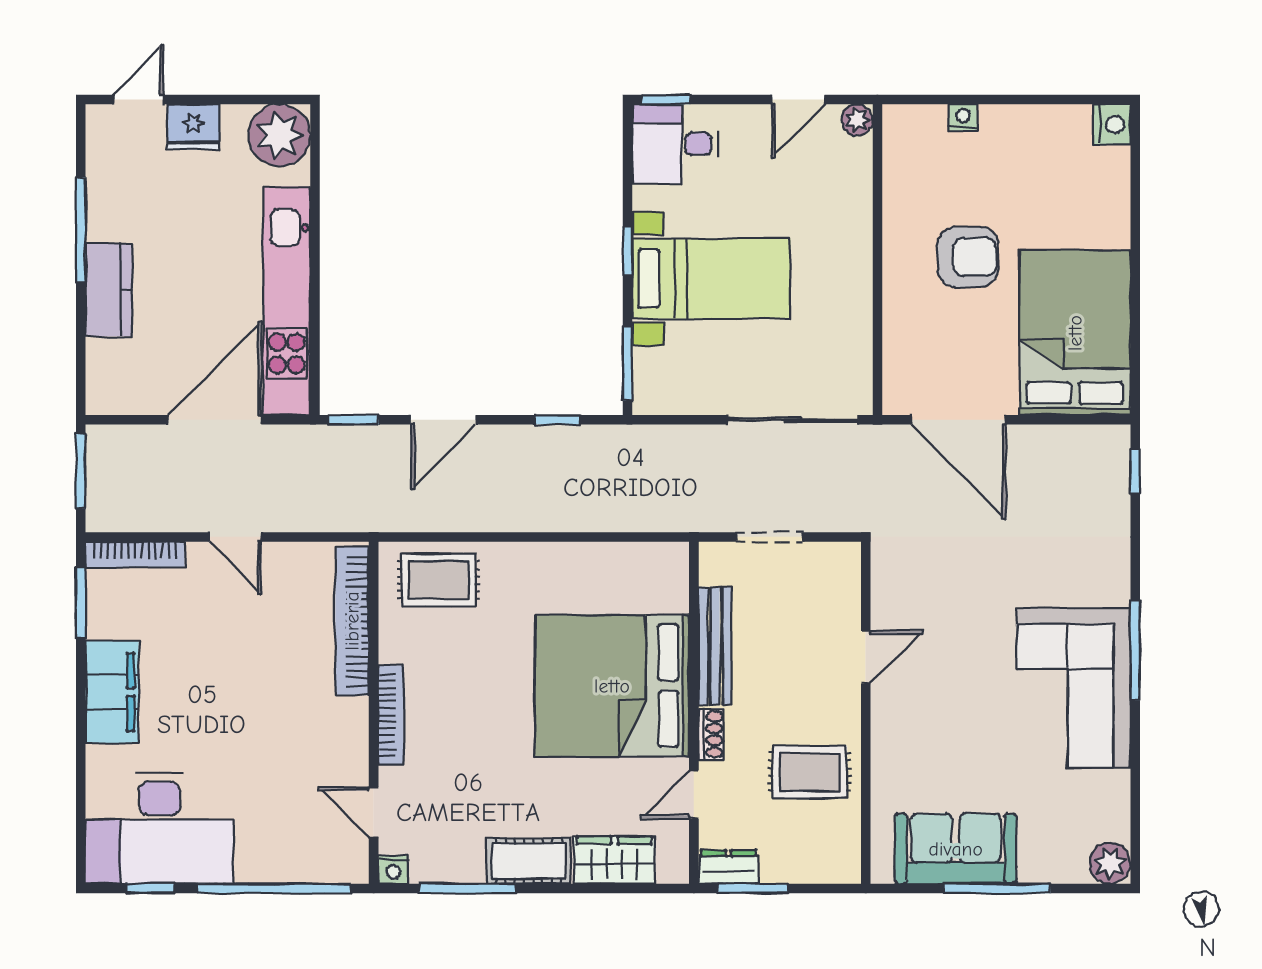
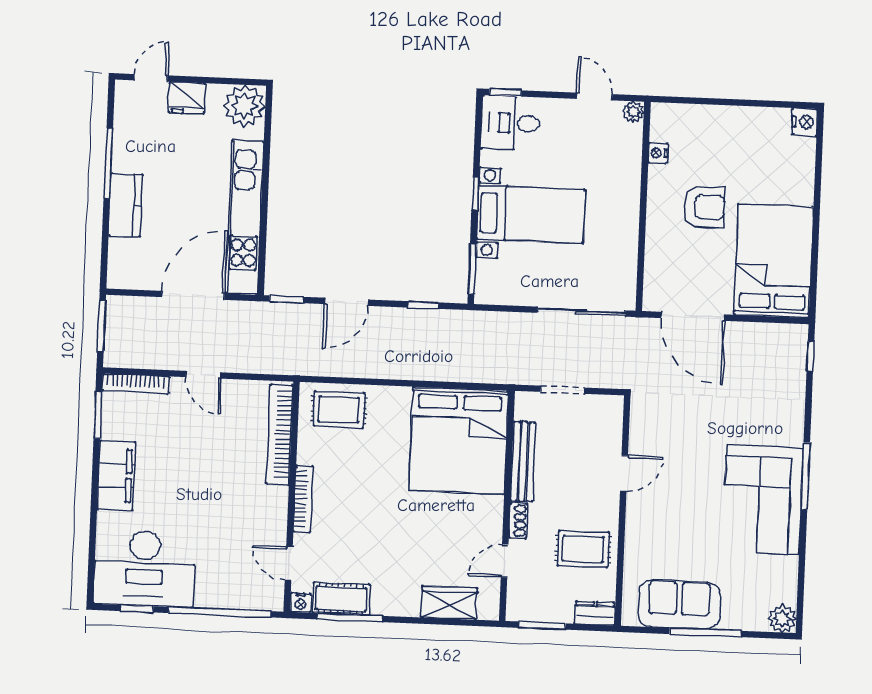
door: (798, 100) -> (594, 96), swing flipped
nightstand: (963, 118) -> (658, 153), moved, turned -90
bed: (612, 686) -> (459, 440), moved, turned -90
cot: (529, 861) -> (341, 599), moved
dresser: (729, 867) -> (595, 613), moved

